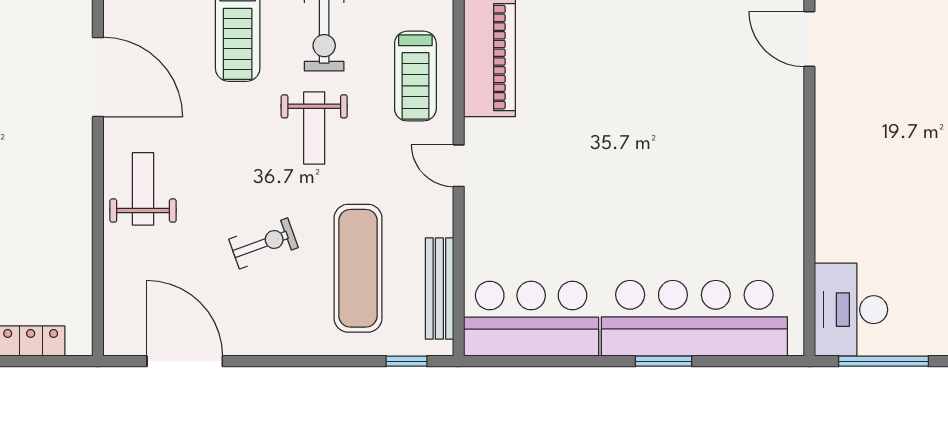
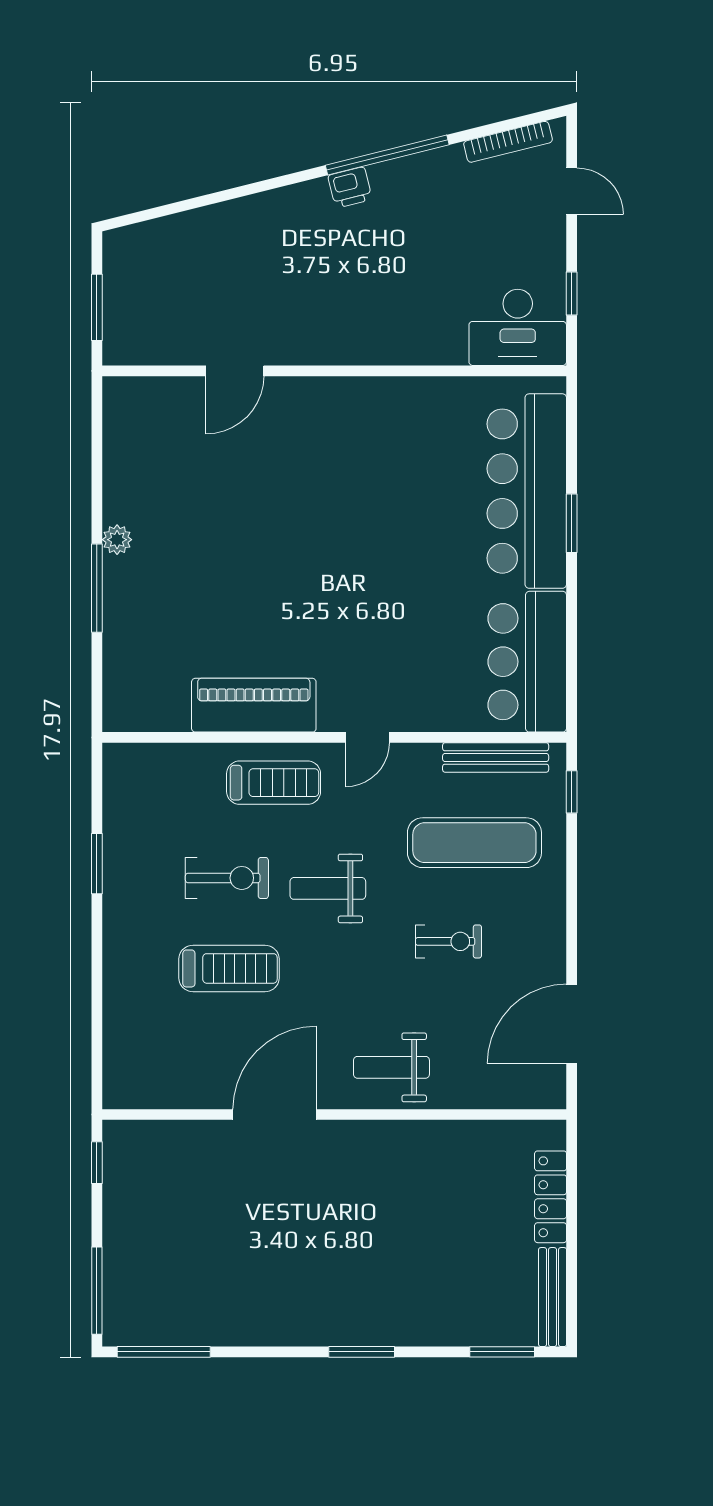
weight bench: (314, 128) -> (328, 888), turned 180
exercise bike: (264, 243) -> (448, 941), turned 110
window: (883, 361) -> (572, 293), width x0.46

